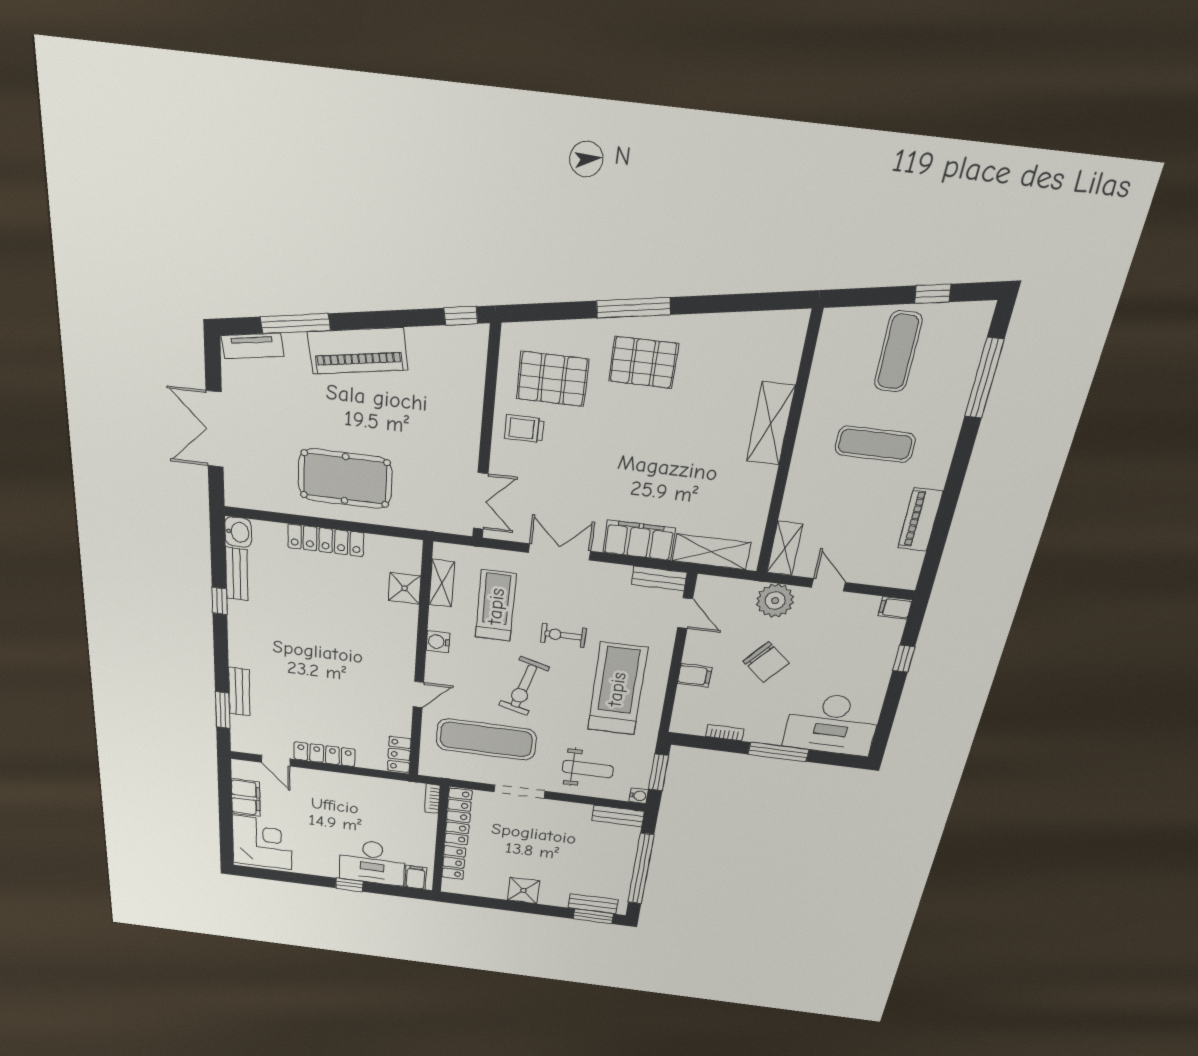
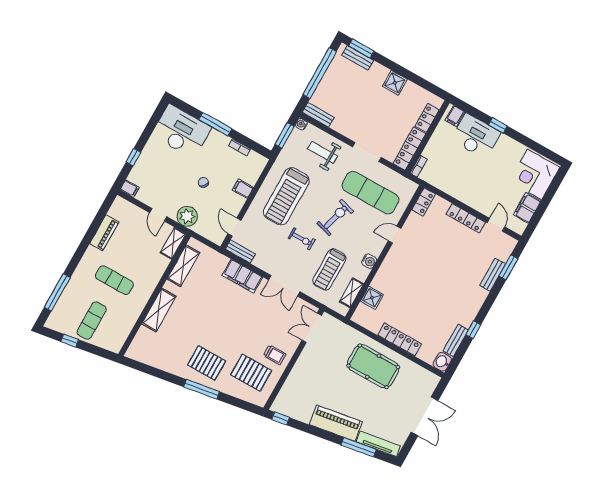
tv unit: (253, 346) -> (378, 444), width x1.41
shelving: (711, 552) -> (183, 266), moved, turned 90
chair: (766, 662) -> (203, 182), width x0.54, depth x0.54

